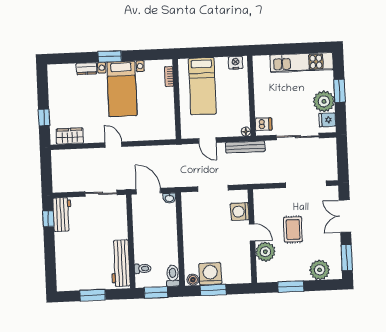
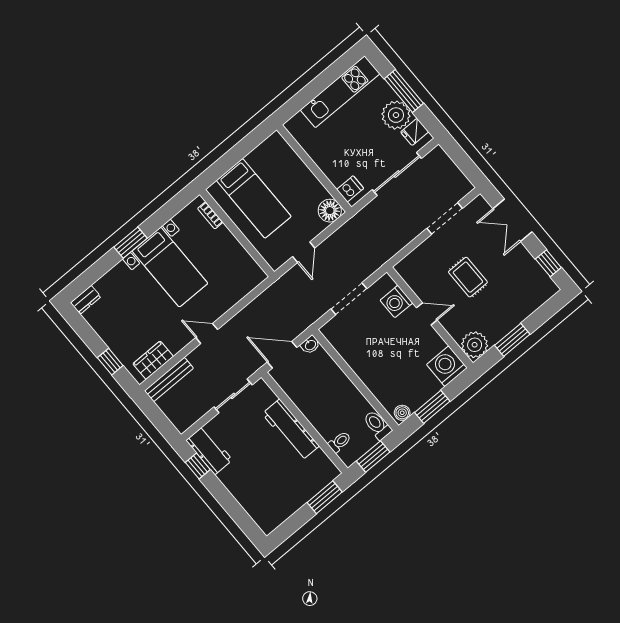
nightstand: (236, 63) -> (270, 146), removed
dresser: (86, 69) -> (86, 300), moved
window: (339, 91) -> (404, 91), width x1.44
floor lamp: (246, 132) -> (330, 211), width x1.89, depth x1.89
door: (207, 140) -> (304, 252), hinge flipped
bench: (245, 147) -> (169, 380), moved
doorway: (306, 184) -> (445, 218), width x0.73
plant: (265, 252) -> (475, 345), moved
window: (347, 258) -> (548, 263), width x0.67
workbench: (120, 263) -> (291, 430), moved
plant: (320, 270) -> (529, 298), removed
washing machine: (210, 274) -> (447, 366), moved
window: (93, 295) -> (325, 497), moved

